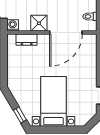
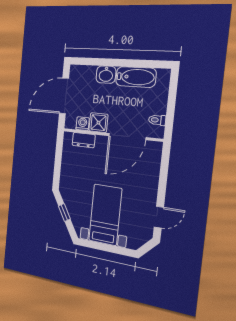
washing machine: (13, 25) -> (83, 124), moved
window: (20, 115) -> (64, 213), moved

